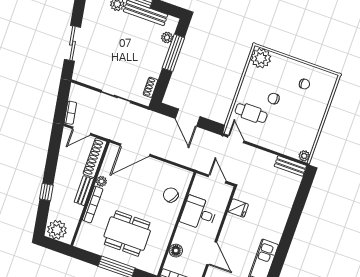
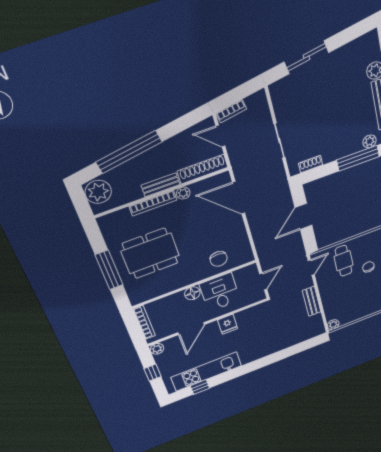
bench: (290, 166) -> (312, 301), moved
window: (46, 192) -> (129, 152), width x3.17
chair: (171, 195) -> (219, 259), turned 149
fridge: (238, 208) -> (228, 324), moved
dining table: (127, 234) -> (150, 253), turned 90
floor lamp: (176, 251) -> (192, 293), moved

